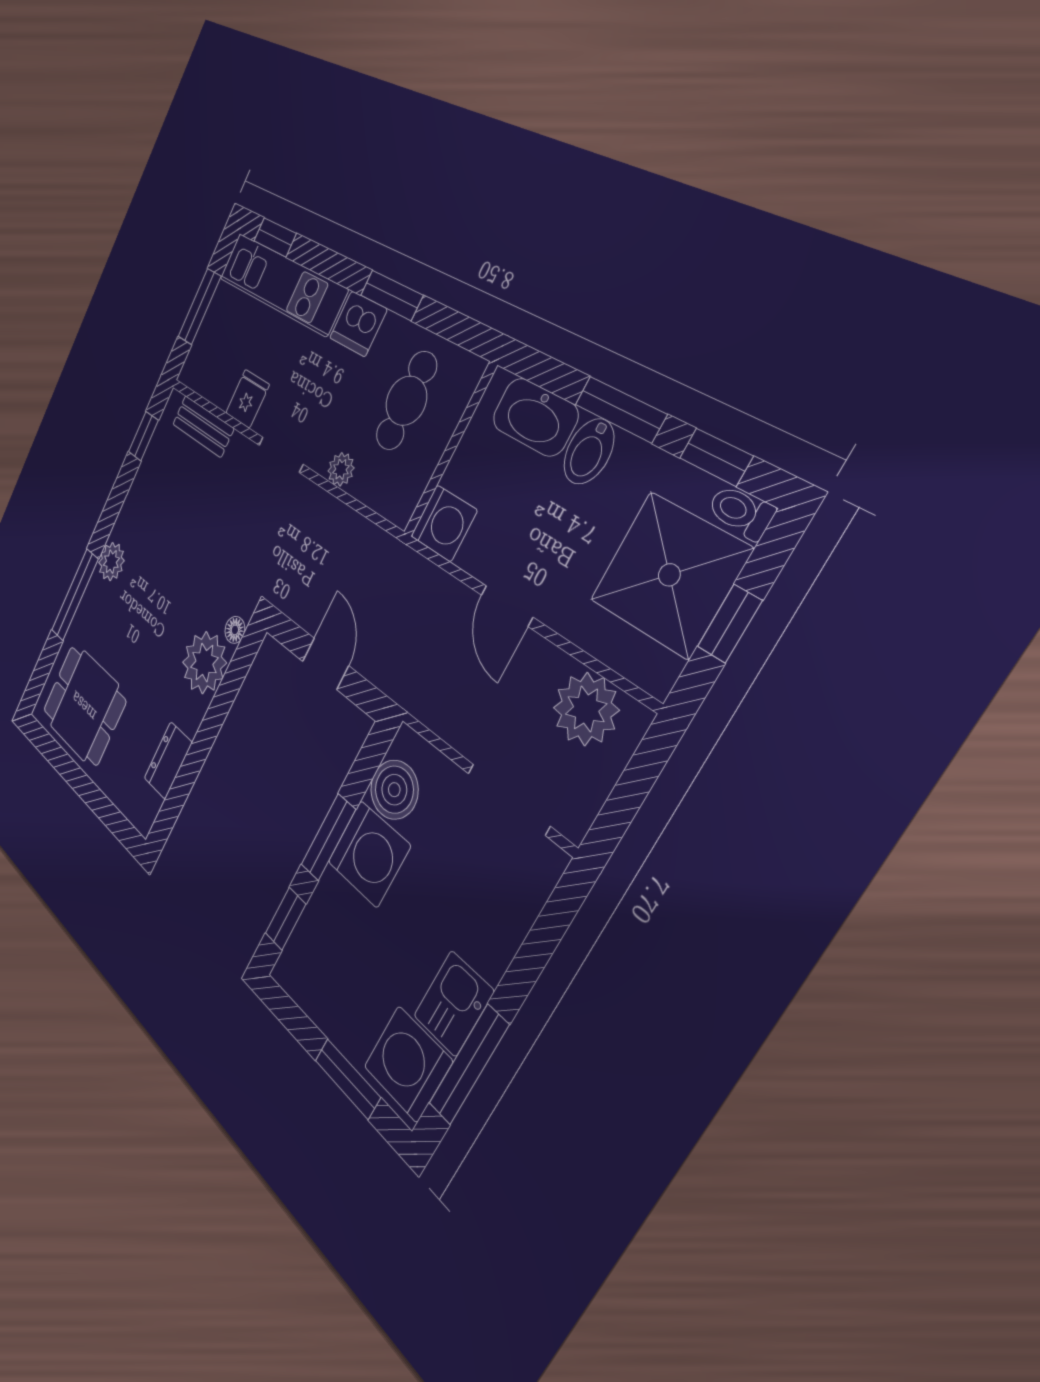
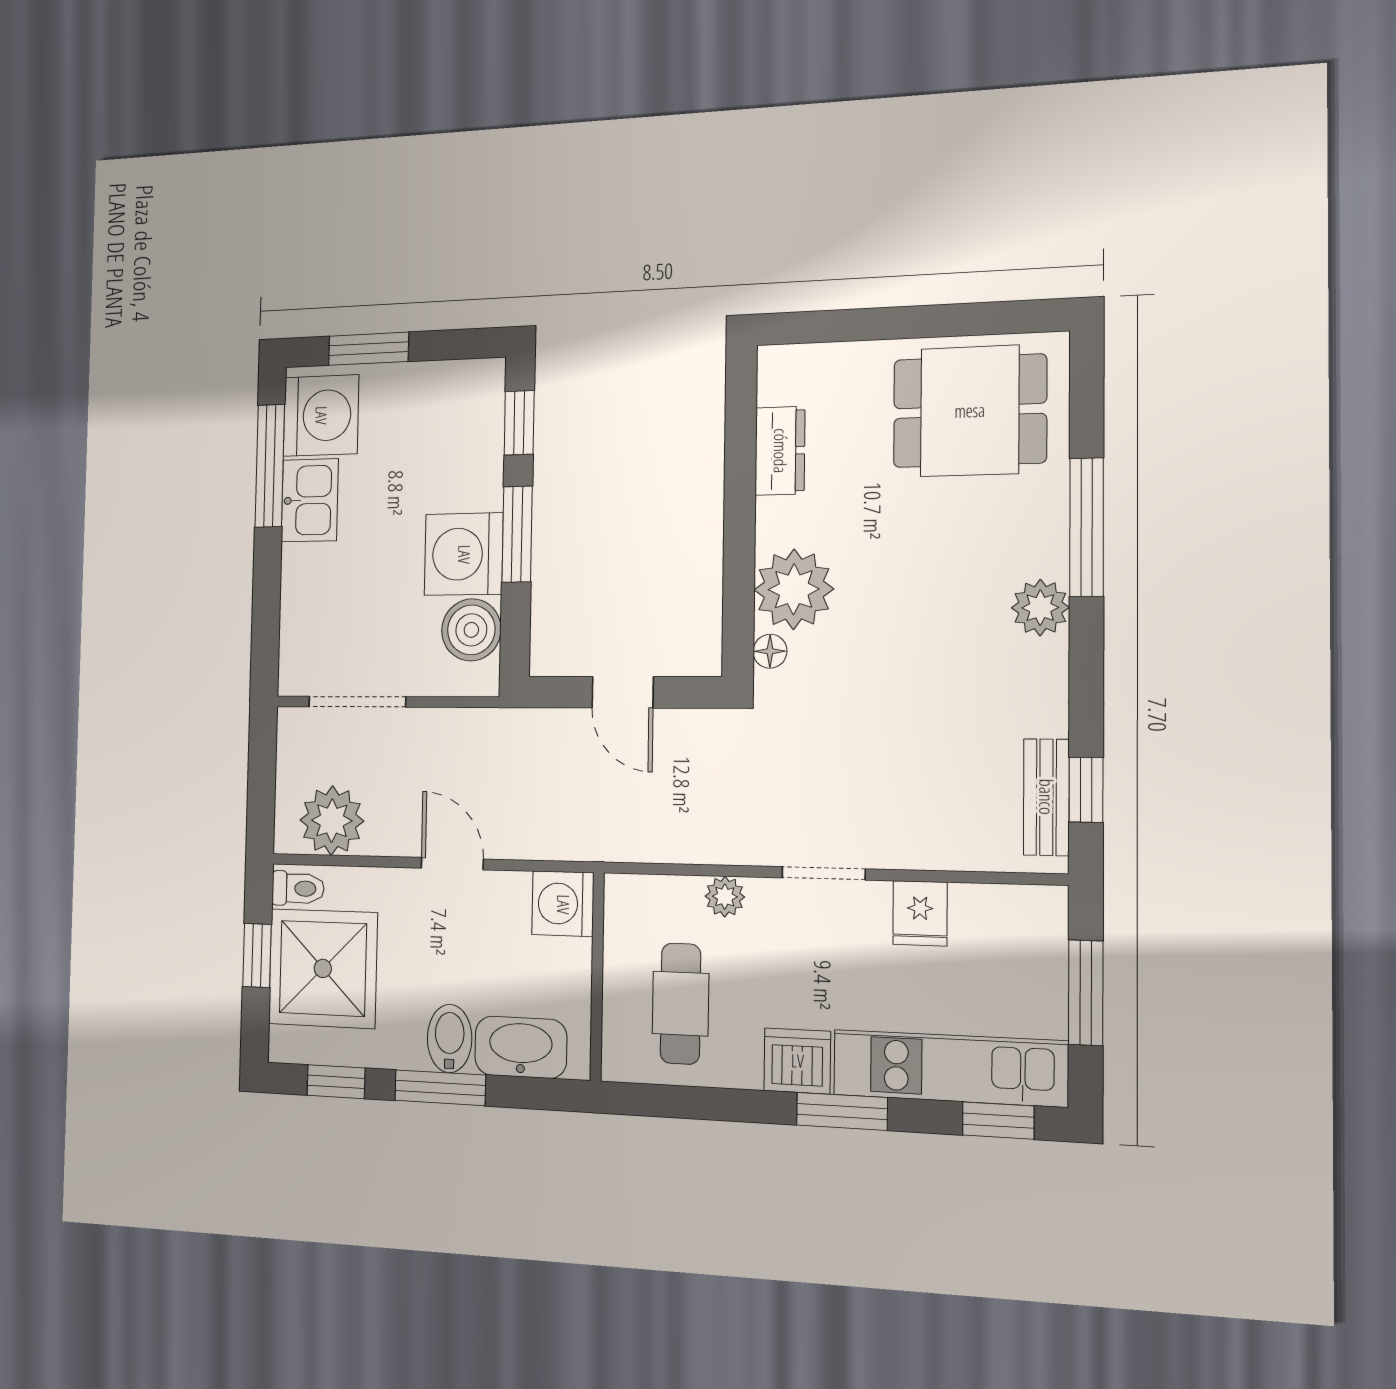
window: (391, 295) -> (842, 1111), moved
bench: (203, 426) -> (1046, 797), moved, turned 90
toilet: (741, 512) -> (298, 888), moved

